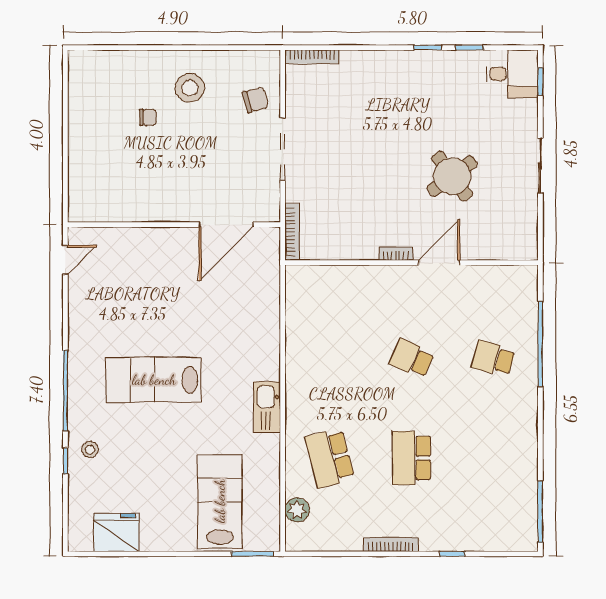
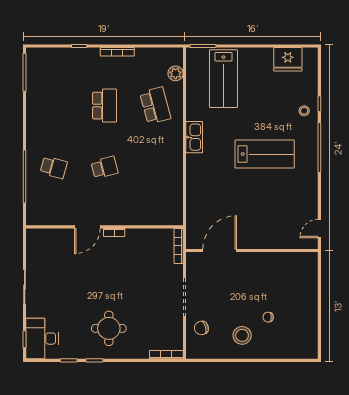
desk: (512, 74) -> (42, 339), width x1.37
round table: (452, 176) -> (109, 328), moved, turned 36
school desk: (411, 358) -> (104, 167), turned -39

